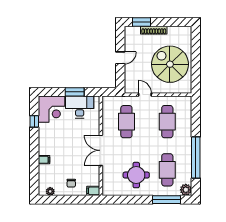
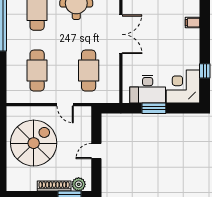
plant: (134, 32) -> (79, 184), added
spiral stairs: (170, 64) -> (34, 143), turned -90

